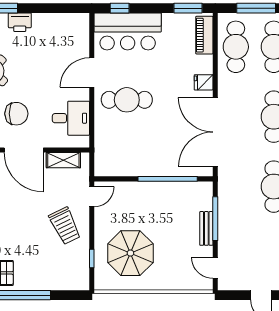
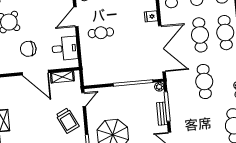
cafe table: (127, 100) -> (101, 33), width x0.73, depth x0.74
chair: (16, 114) -> (28, 49), turned 180
double door: (215, 132) -> (162, 49), swing flipped
plant: (206, 188) -> (159, 87), added

